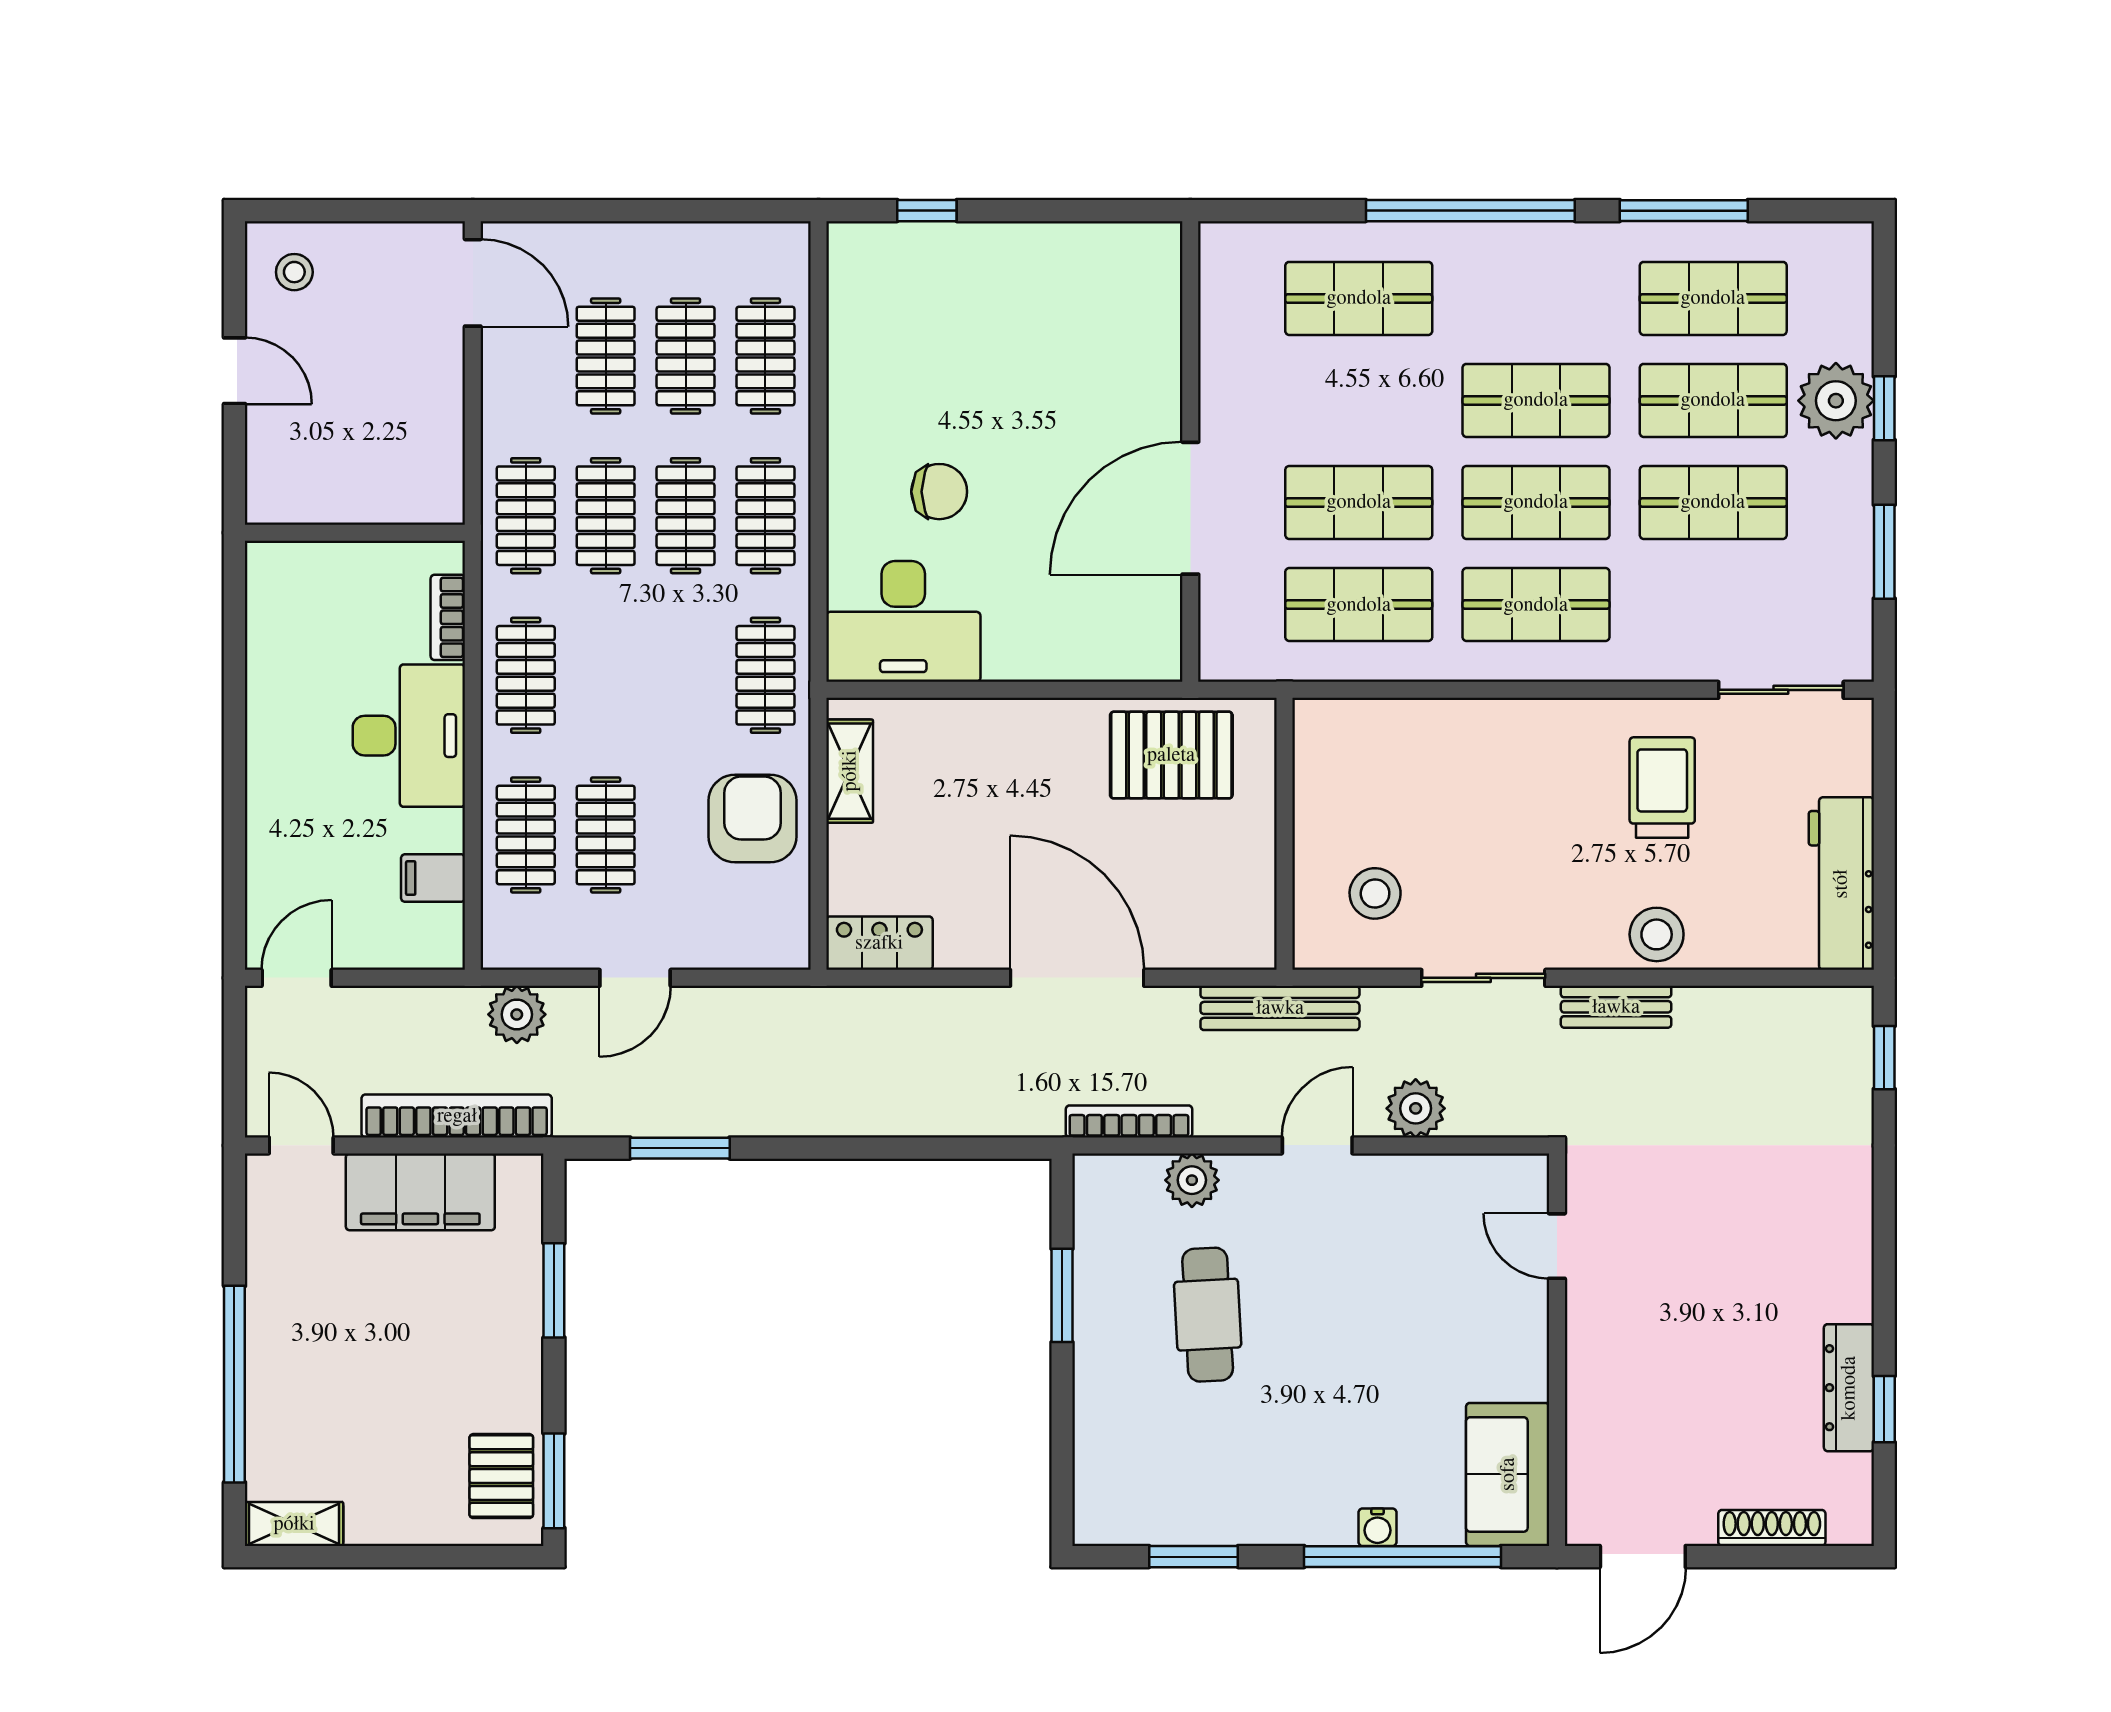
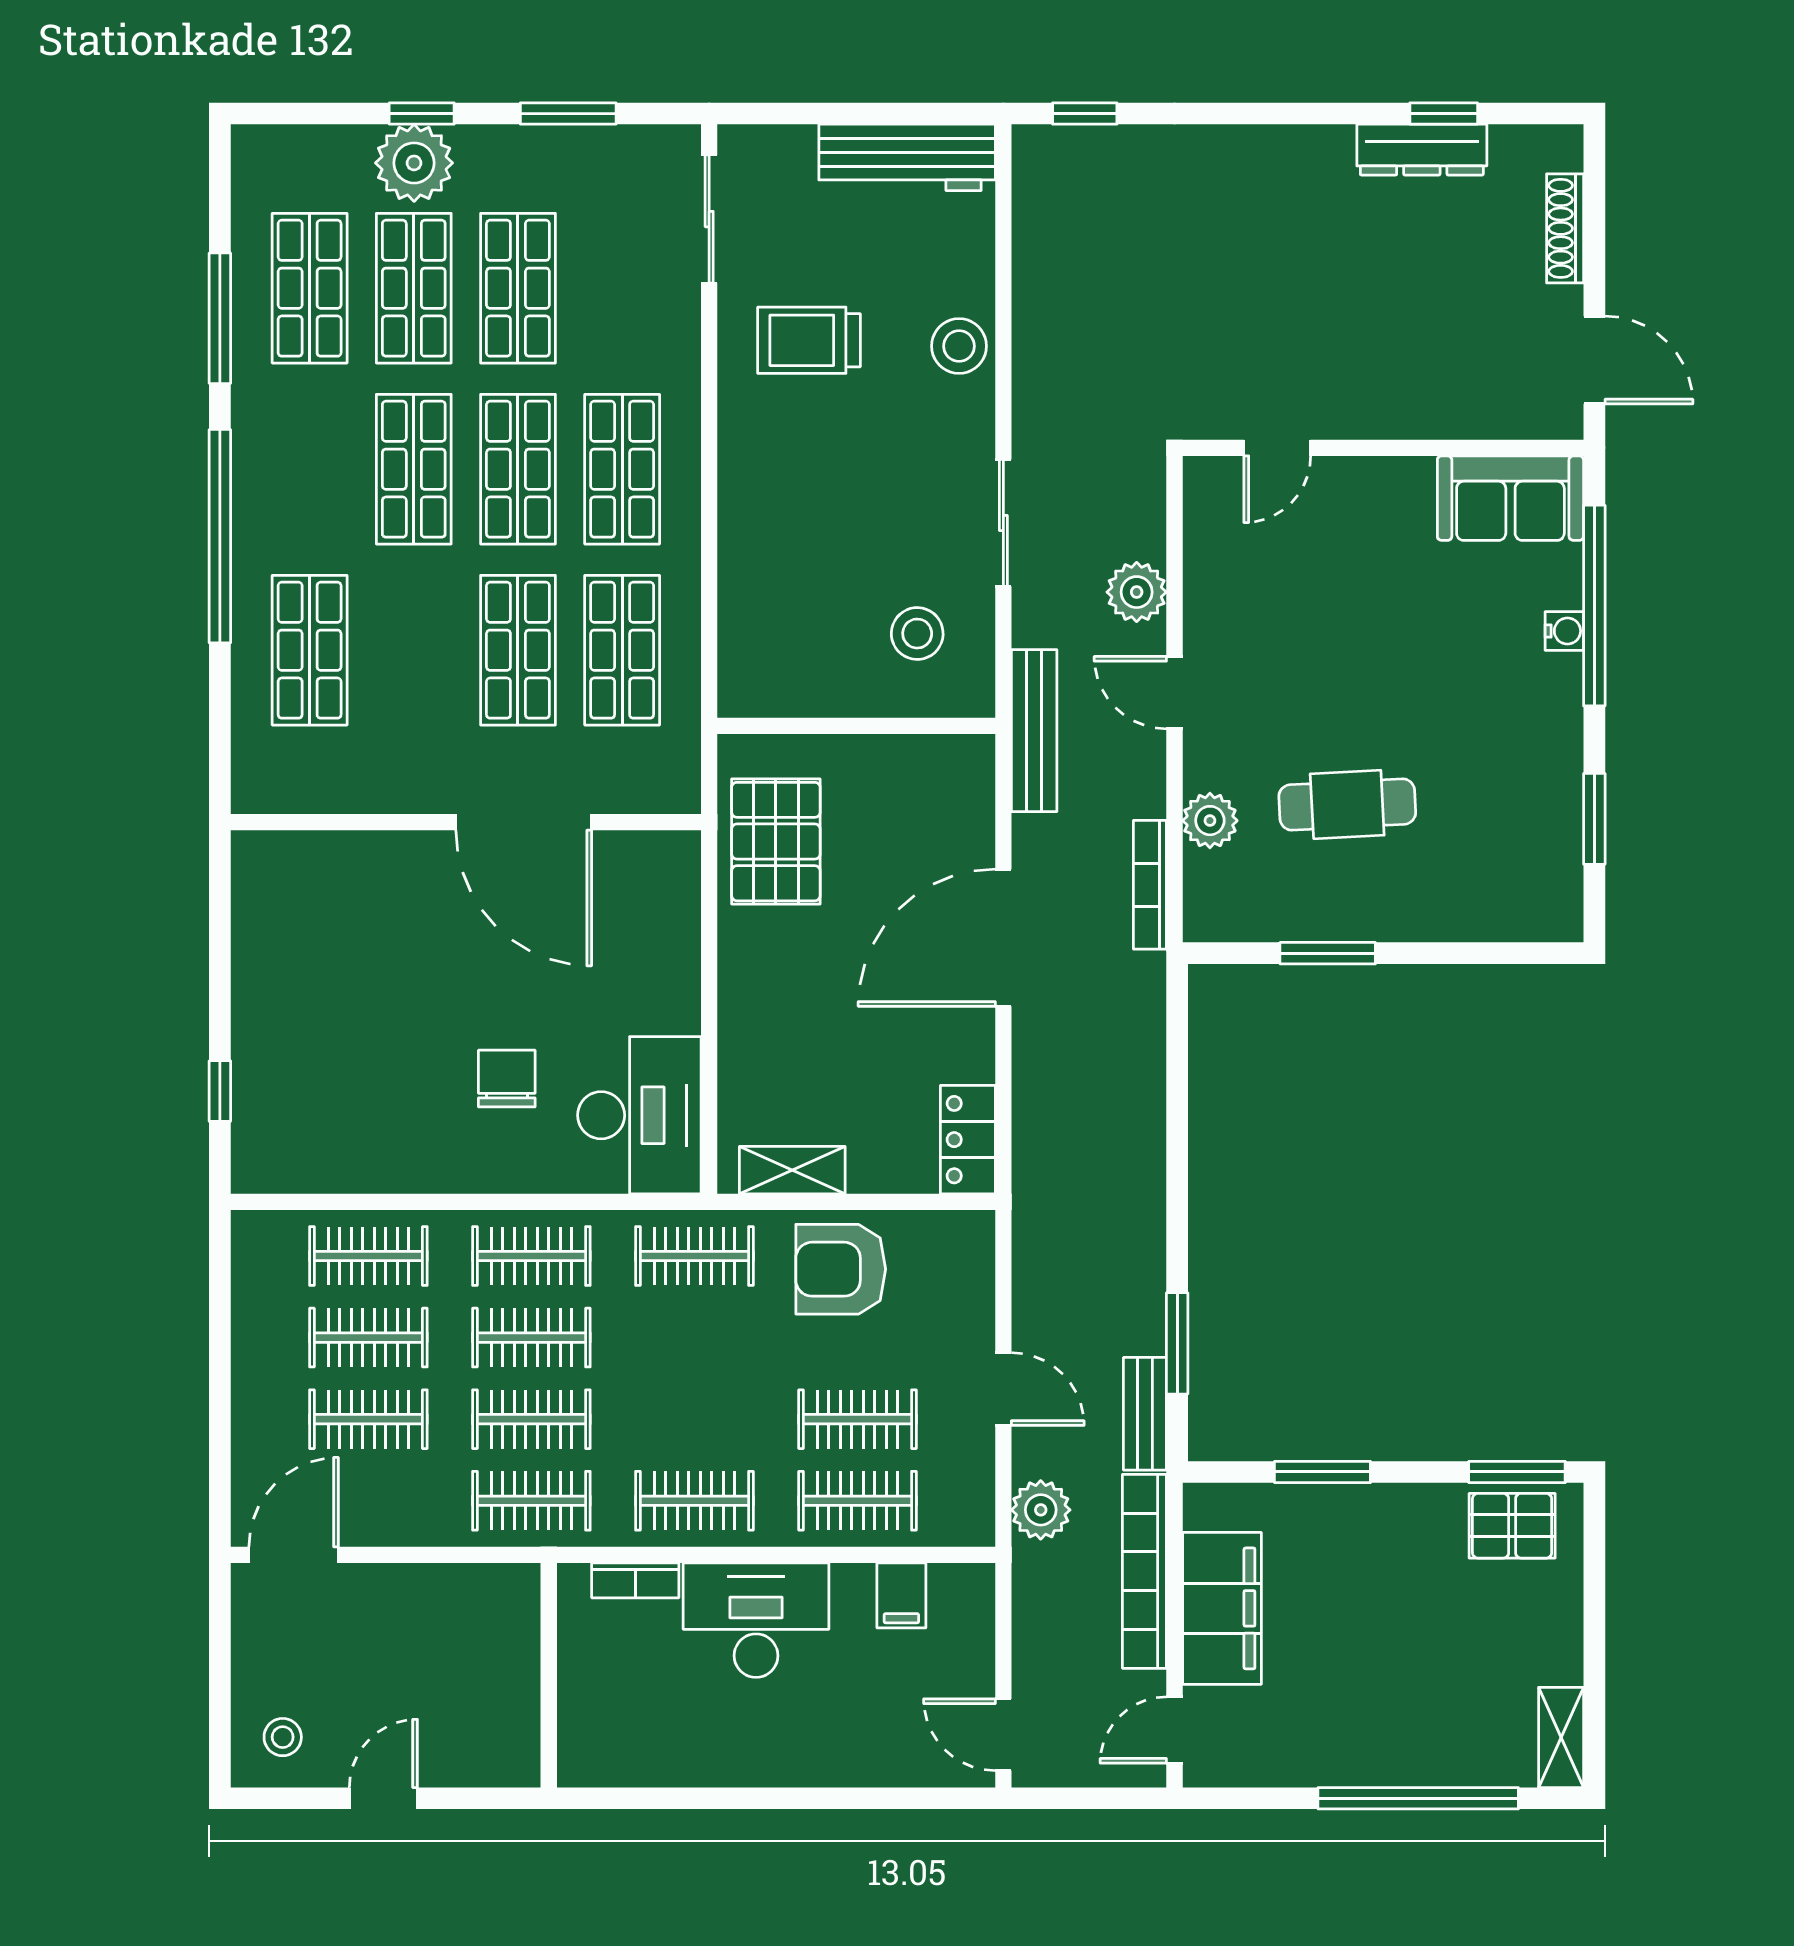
bench: (1616, 1007) -> (1145, 1414), moved

